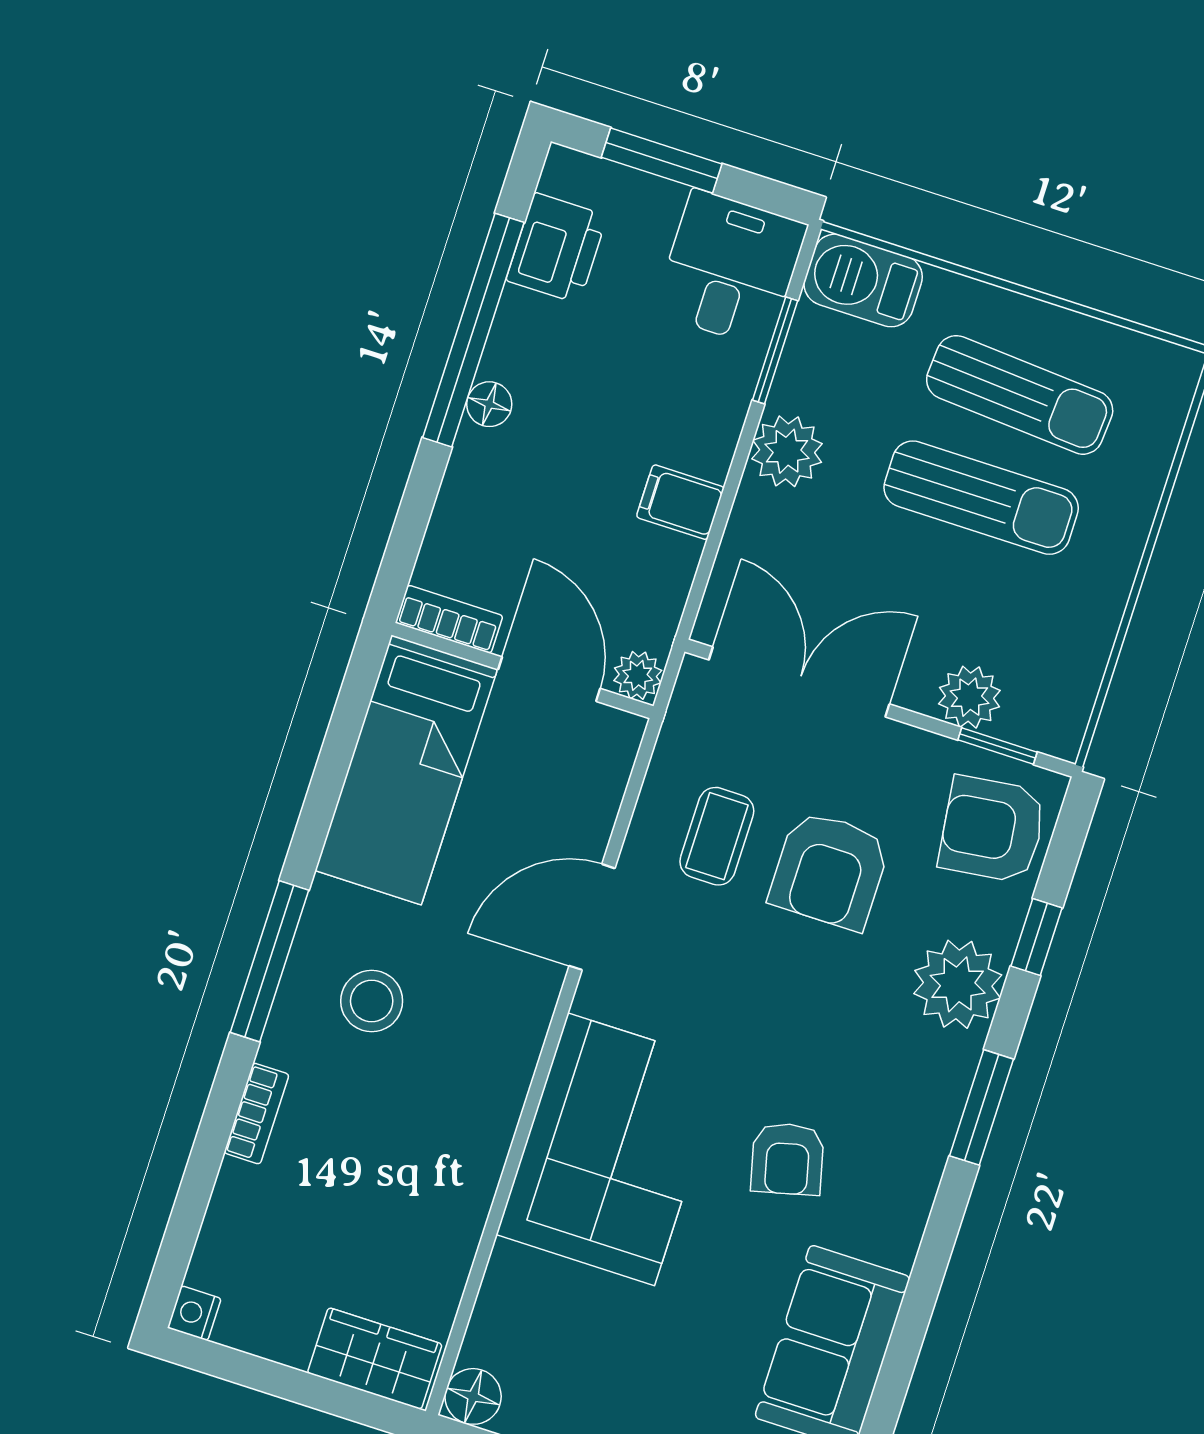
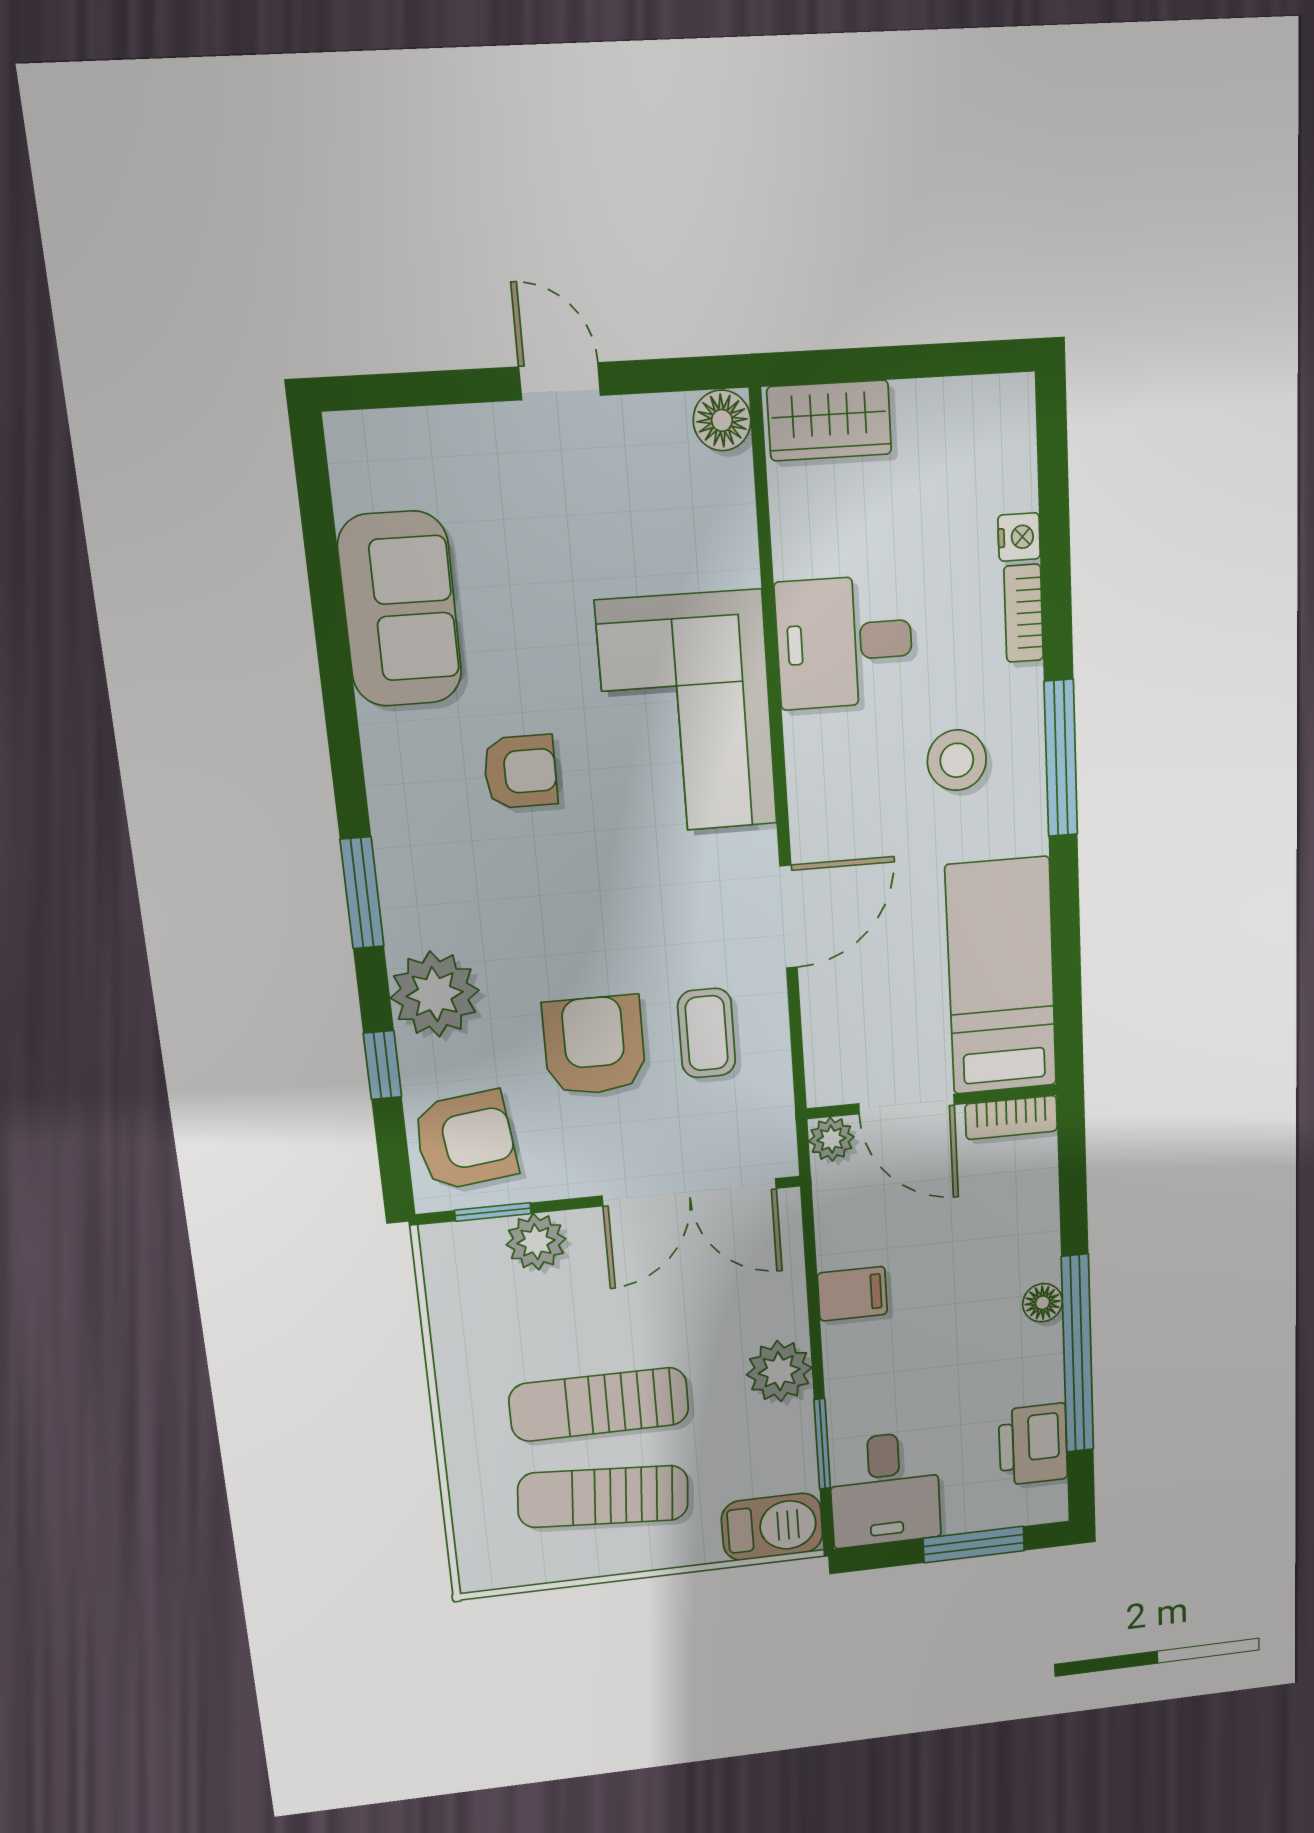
desk: (437, 1155) -> (845, 642), added
armchair: (787, 1159) -> (520, 772), turned 104
nightstand: (194, 1313) -> (1019, 537), moved

